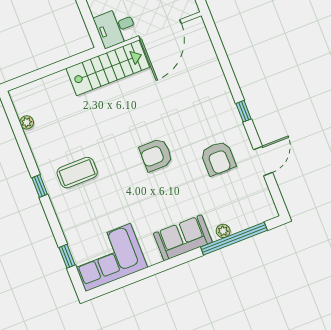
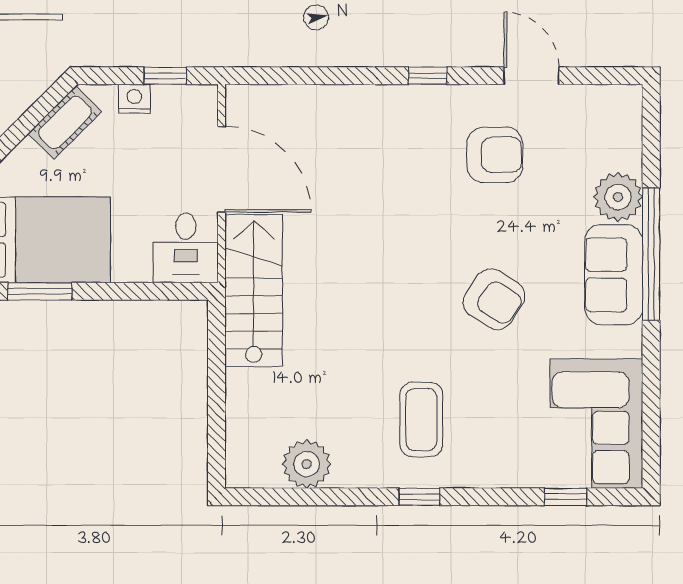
plant: (27, 122) -> (307, 464), width x1.88, depth x1.88
armchair: (156, 155) -> (494, 299), moved, turned -57
plant: (223, 231) -> (618, 197), width x1.88, depth x1.88
window: (234, 239) -> (651, 254), moved

